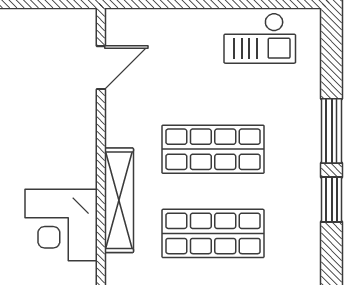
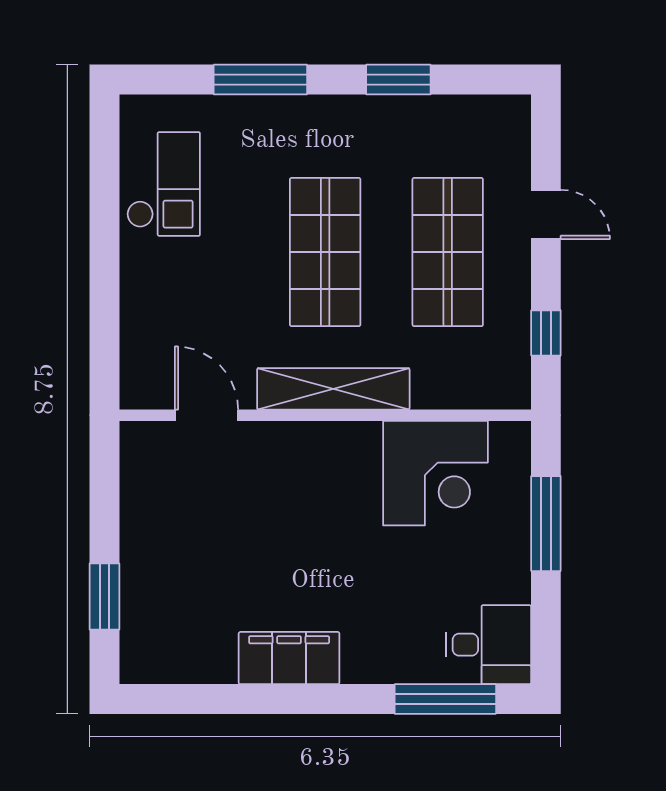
window: (332, 131) -> (260, 80), moved
shelving: (119, 200) -> (333, 389), moved

